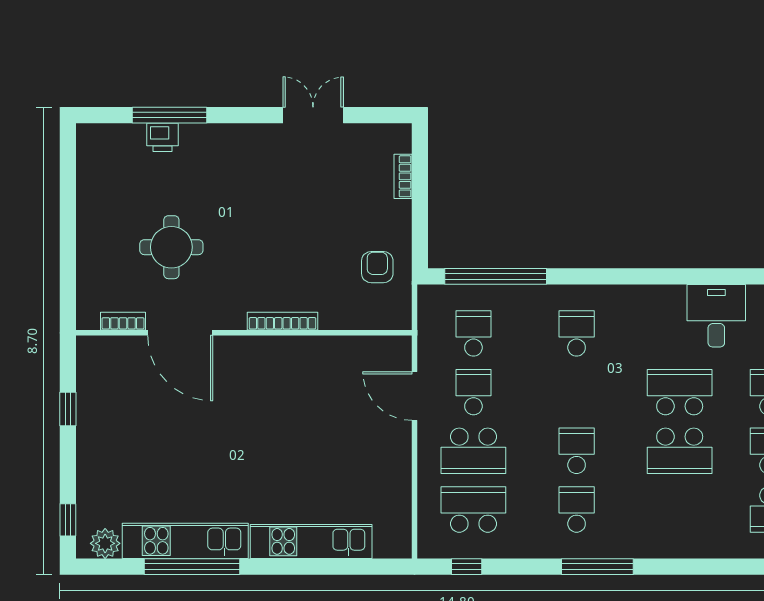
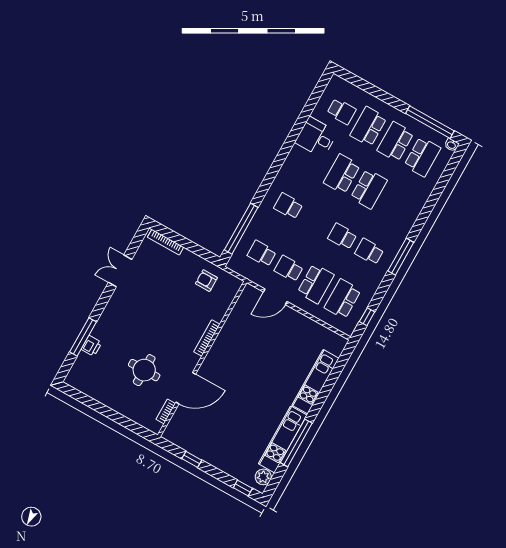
bookcase: (403, 176) -> (166, 242), width x1.56

